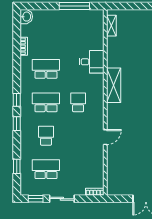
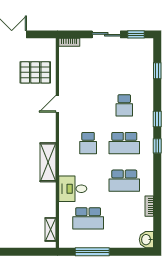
pallet: (125, 165) -> (35, 72), added
school desk: (46, 169) -> (88, 218), moved

